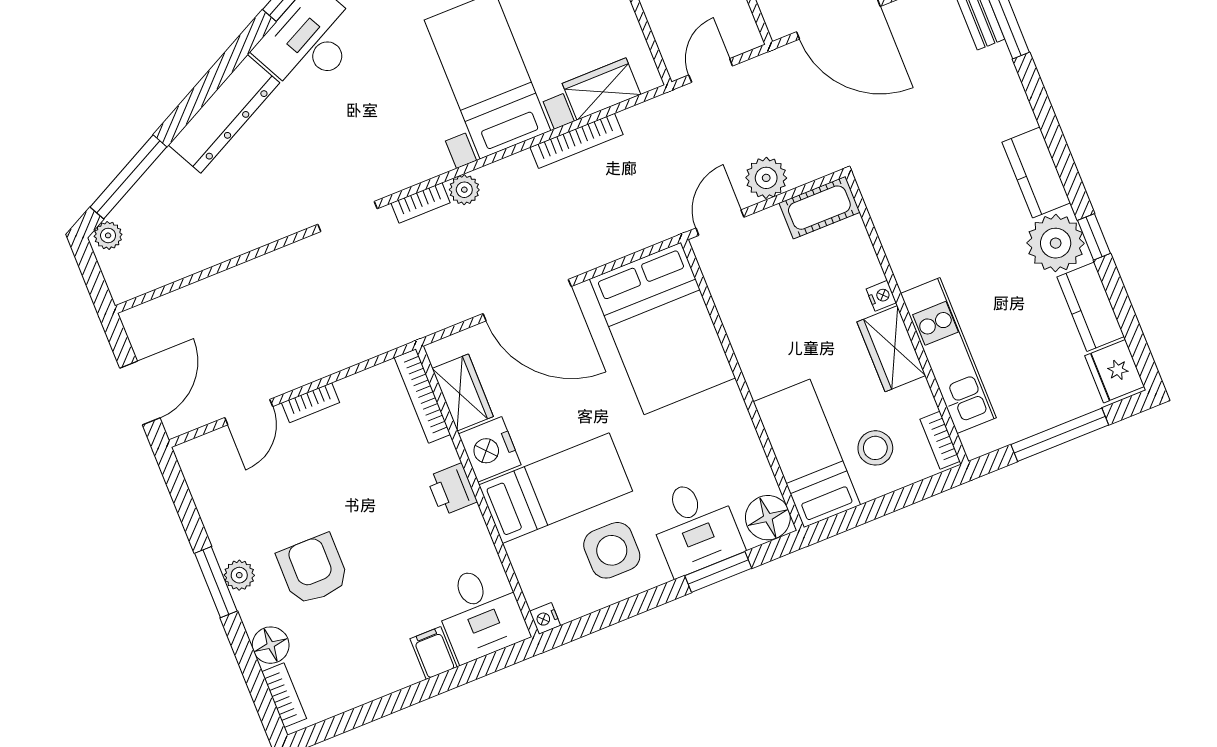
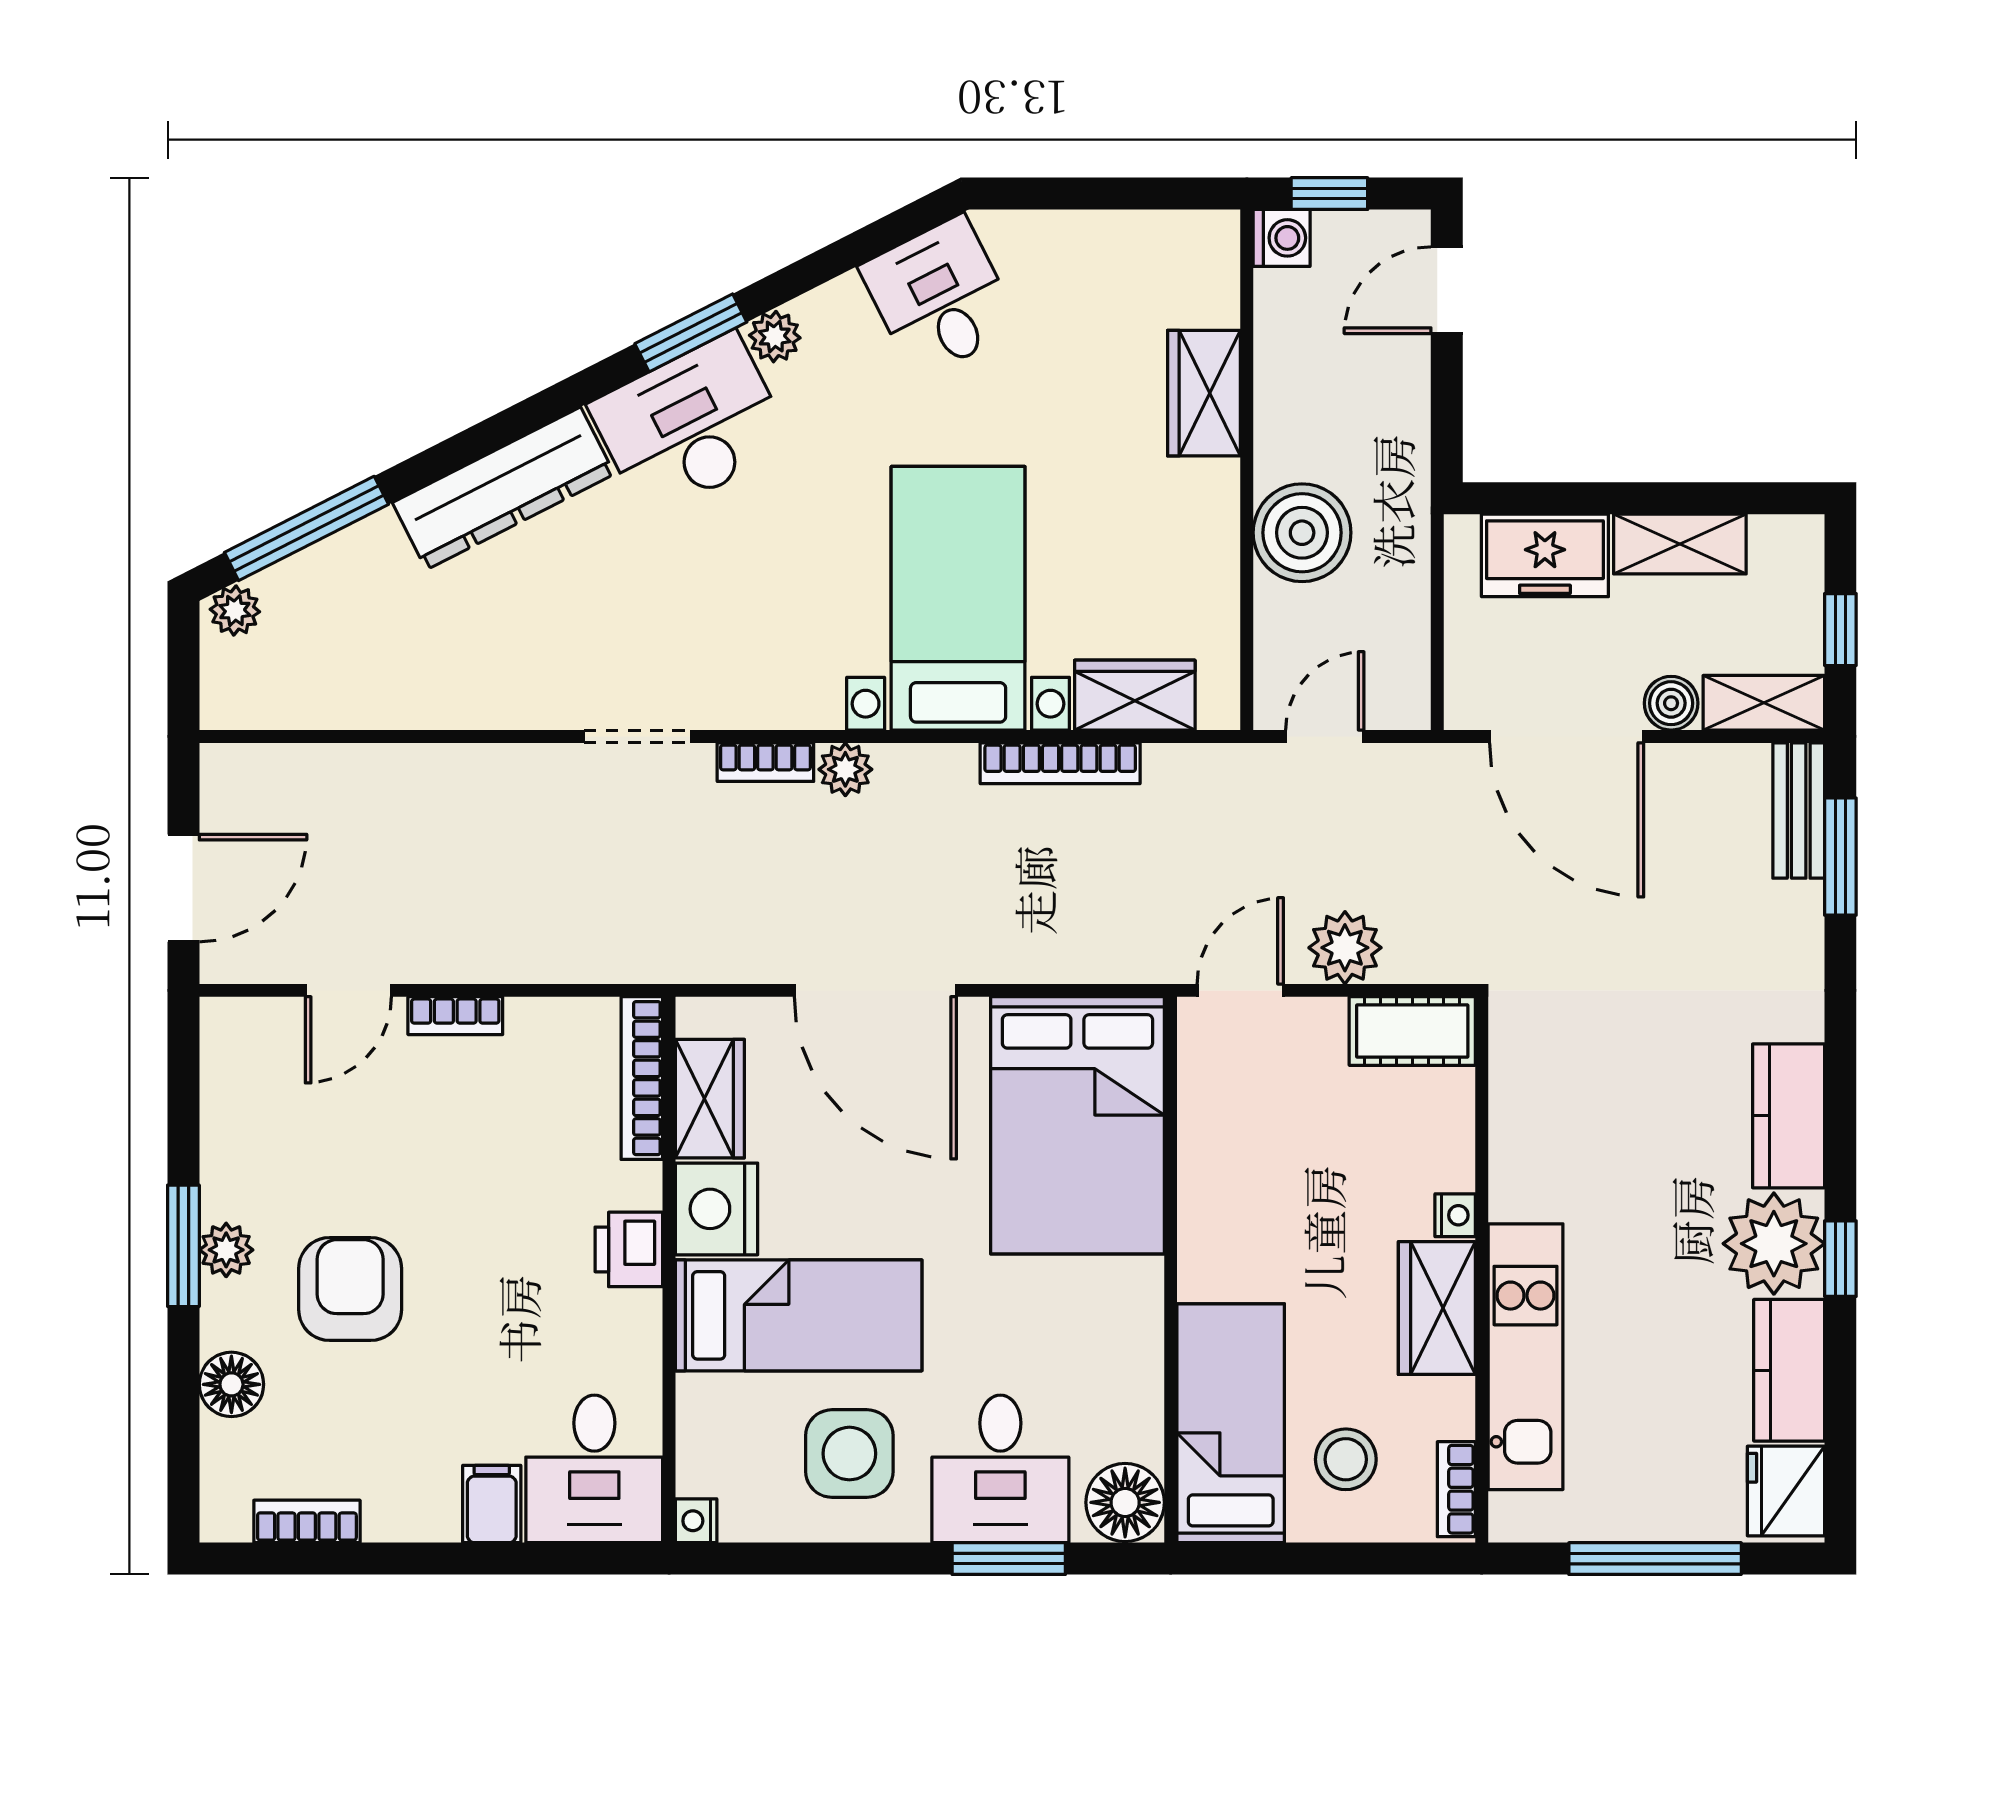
bookcase: (284, 695) -> (307, 1521), moved, turned -90

